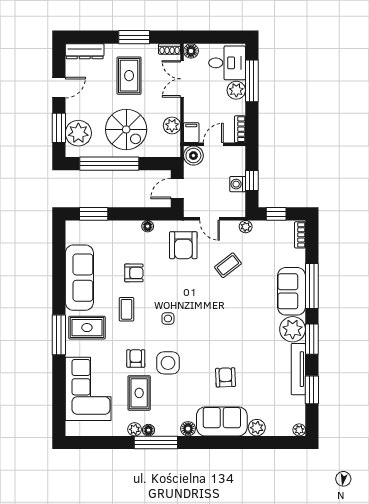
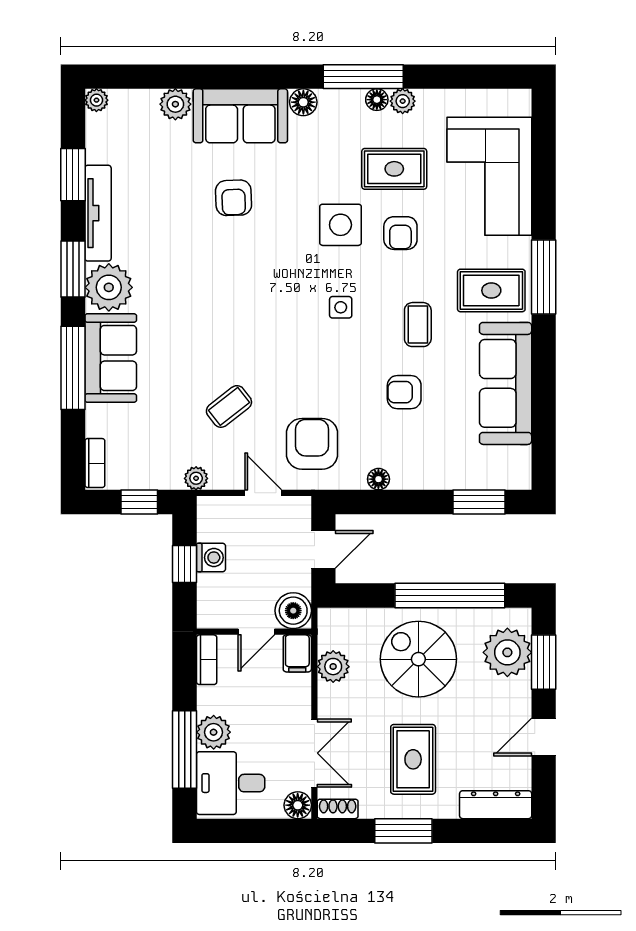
rug: (139, 393) -> (394, 169), turned 90

